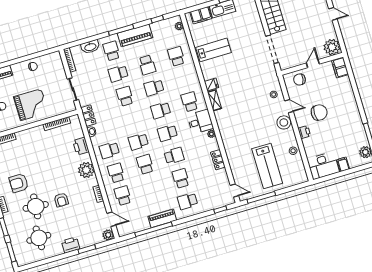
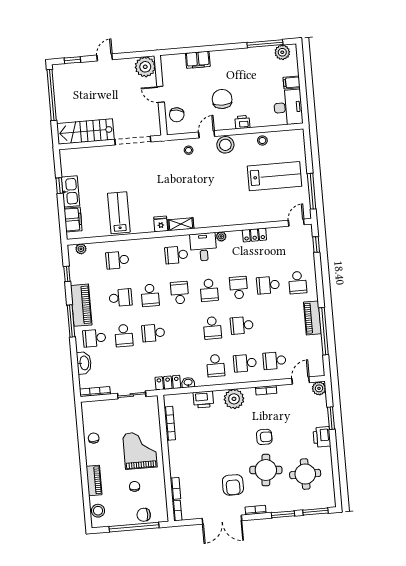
filing cabinet: (340, 67) -> (198, 60), moved
school desk: (161, 110) -> (180, 293), turned 180

